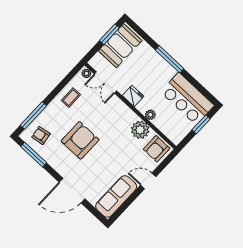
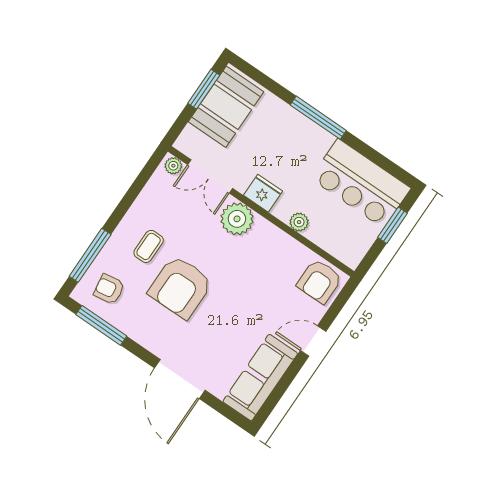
coffee table: (71, 98) -> (149, 246), moved
plant: (140, 130) -> (237, 219), moved
armchair: (80, 140) -> (180, 287), turned 180
door: (72, 191) -> (180, 379), hinge flipped

